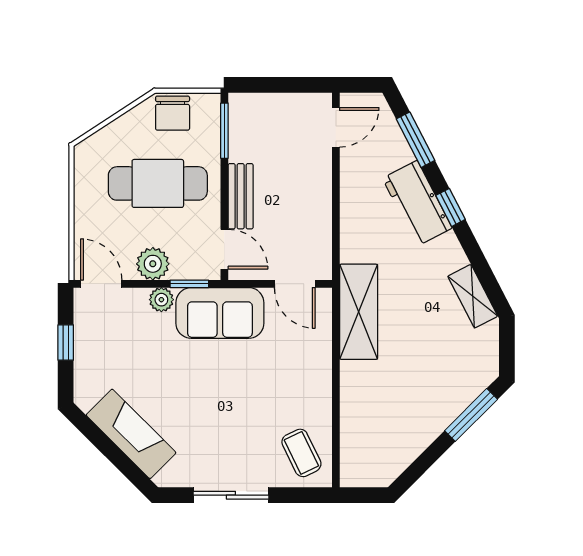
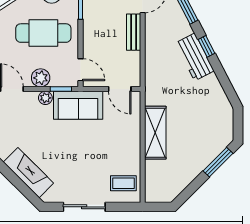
bench: (241, 196) -> (134, 32), moved
workbench: (417, 203) -> (195, 57), moved
shelving: (473, 296) -> (219, 96), removed
shelving: (359, 312) -> (155, 133), moved
coffee table: (301, 453) -> (123, 183), turned -64

